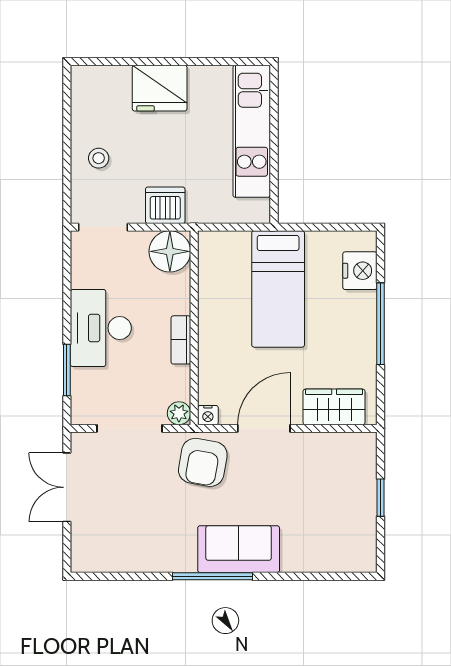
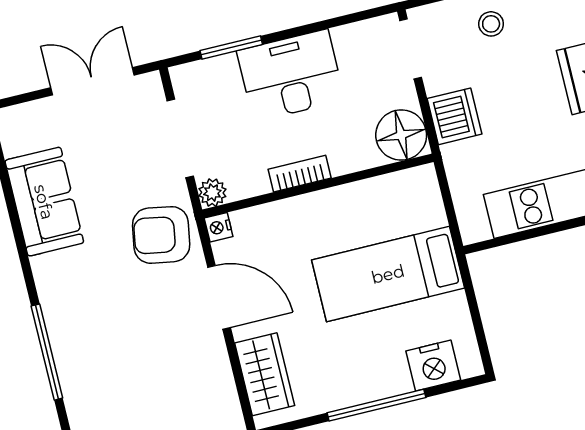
sofa: (239, 549) -> (44, 202), moved
window: (212, 576) -> (47, 352), moved

